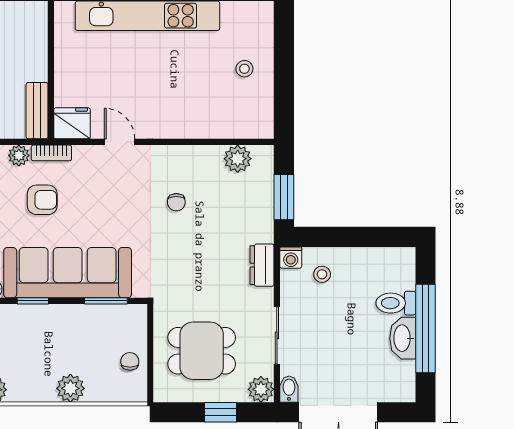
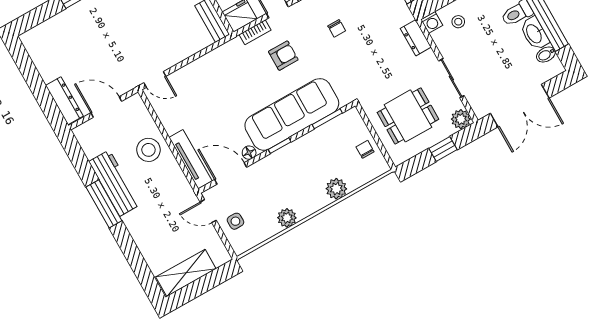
bookcase: (51, 153) -> (255, 32), moved
plant: (19, 155) -> (217, 56), removed
armchair: (42, 200) -> (283, 56), moved
bidet: (289, 389) -> (546, 55), moved, turned -90

